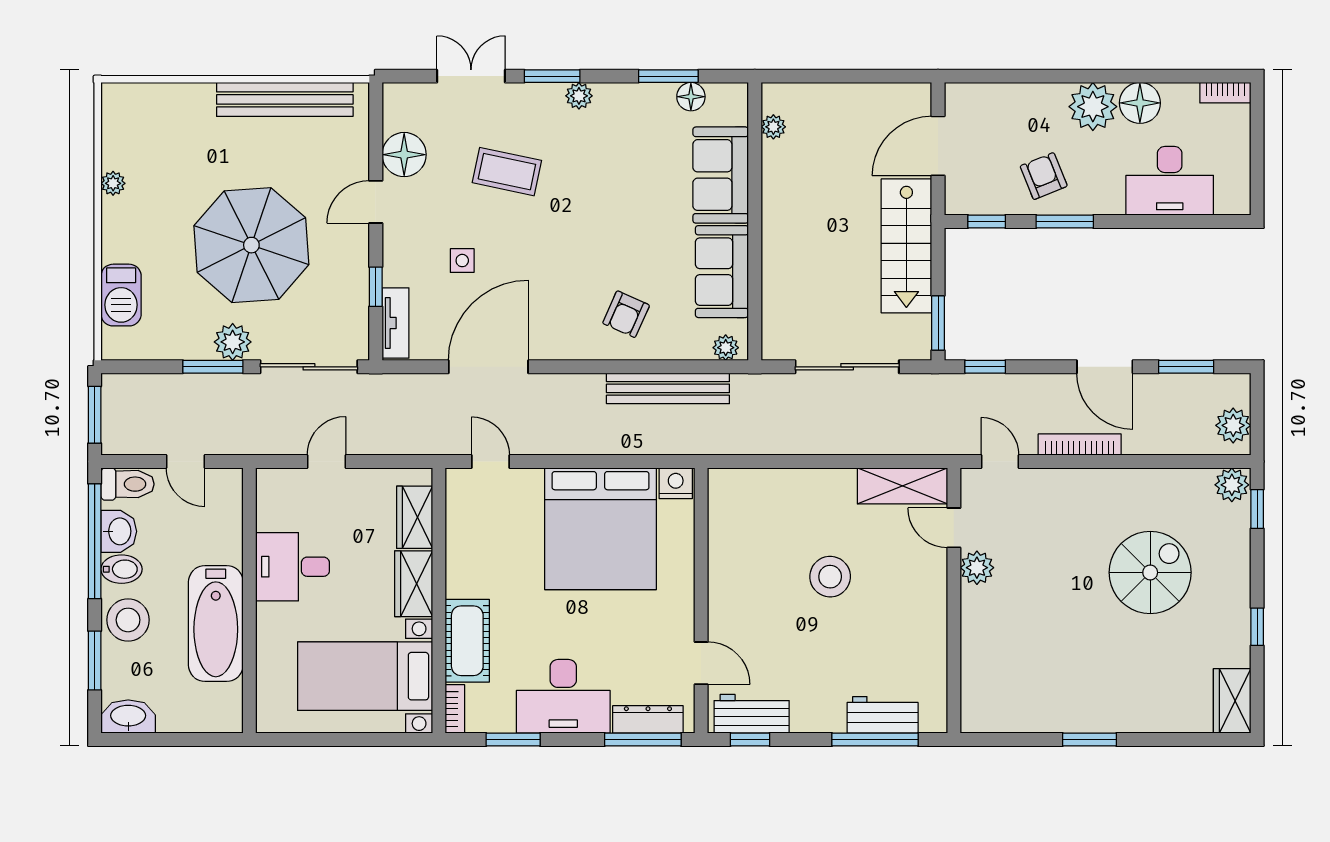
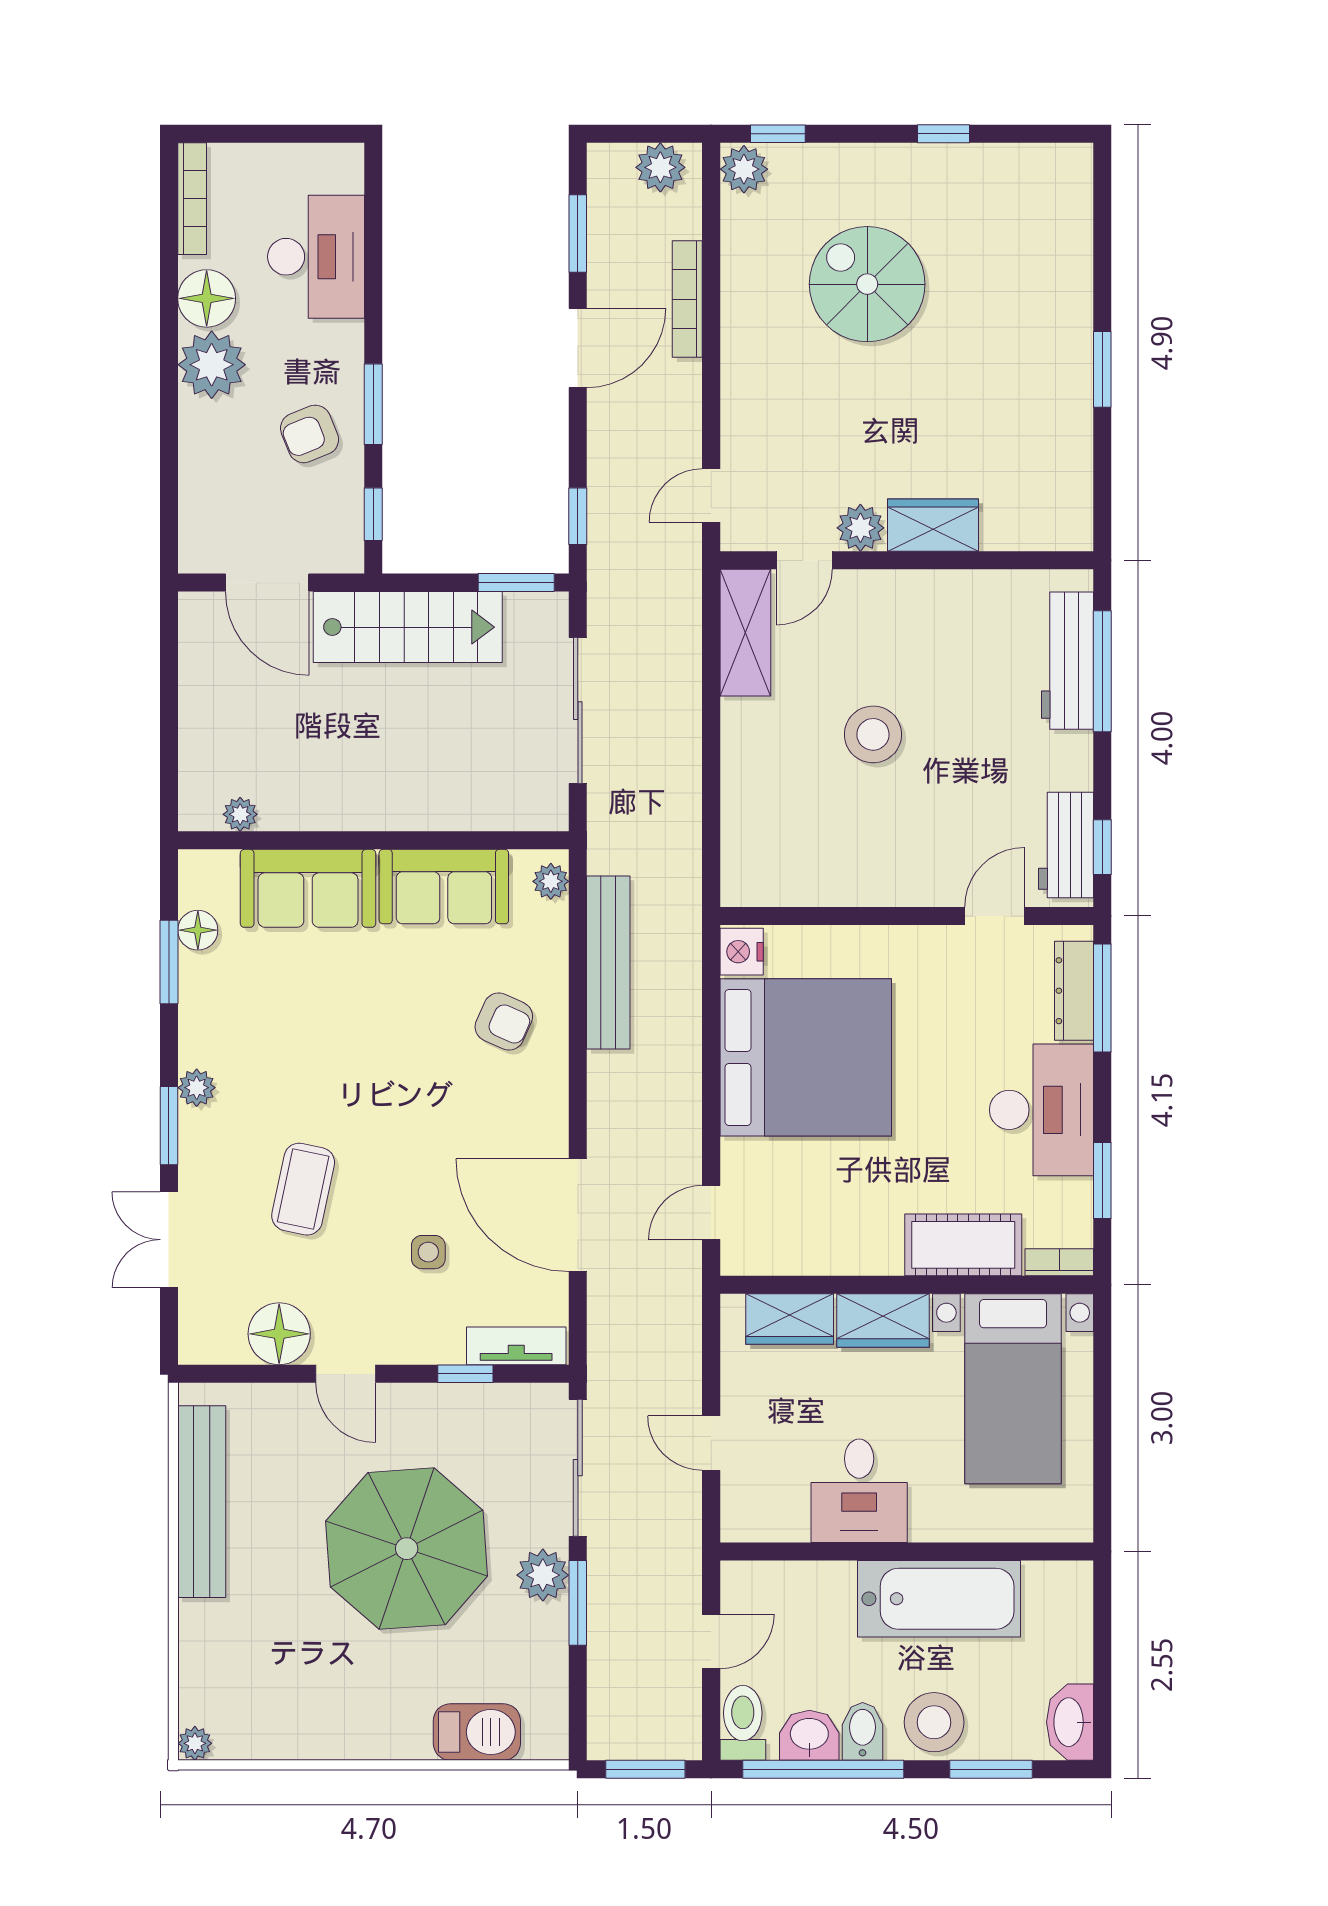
bookcase: (1225, 93) -> (192, 199), width x1.56
plant: (113, 183) -> (195, 1743), moved
bookcase: (1080, 445) -> (687, 299), moved
wardrobe: (1232, 701) -> (933, 525), moved, turned 180
workbench: (883, 715) -> (1068, 661), width x1.38

